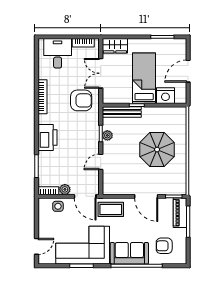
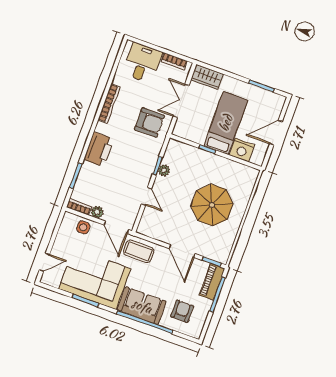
bench: (122, 112) -> (189, 151), removed
door: (101, 162) -> (147, 196), swing flipped
armchair: (164, 246) -> (182, 311), turned 90

